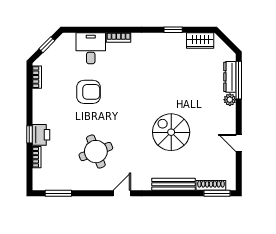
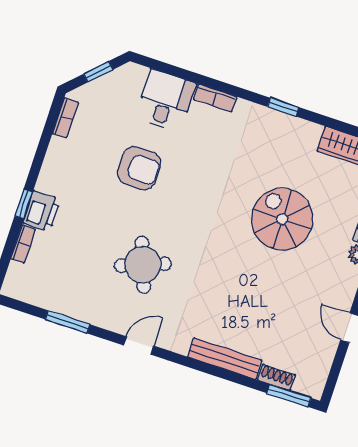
window: (173, 30) -> (283, 107), moved
spiral stairs: (171, 132) -> (282, 219), moved
round table: (96, 152) -> (143, 265), moved
shoe rack: (211, 185) -> (276, 378), width x0.70
window: (58, 193) -> (68, 322), moved

